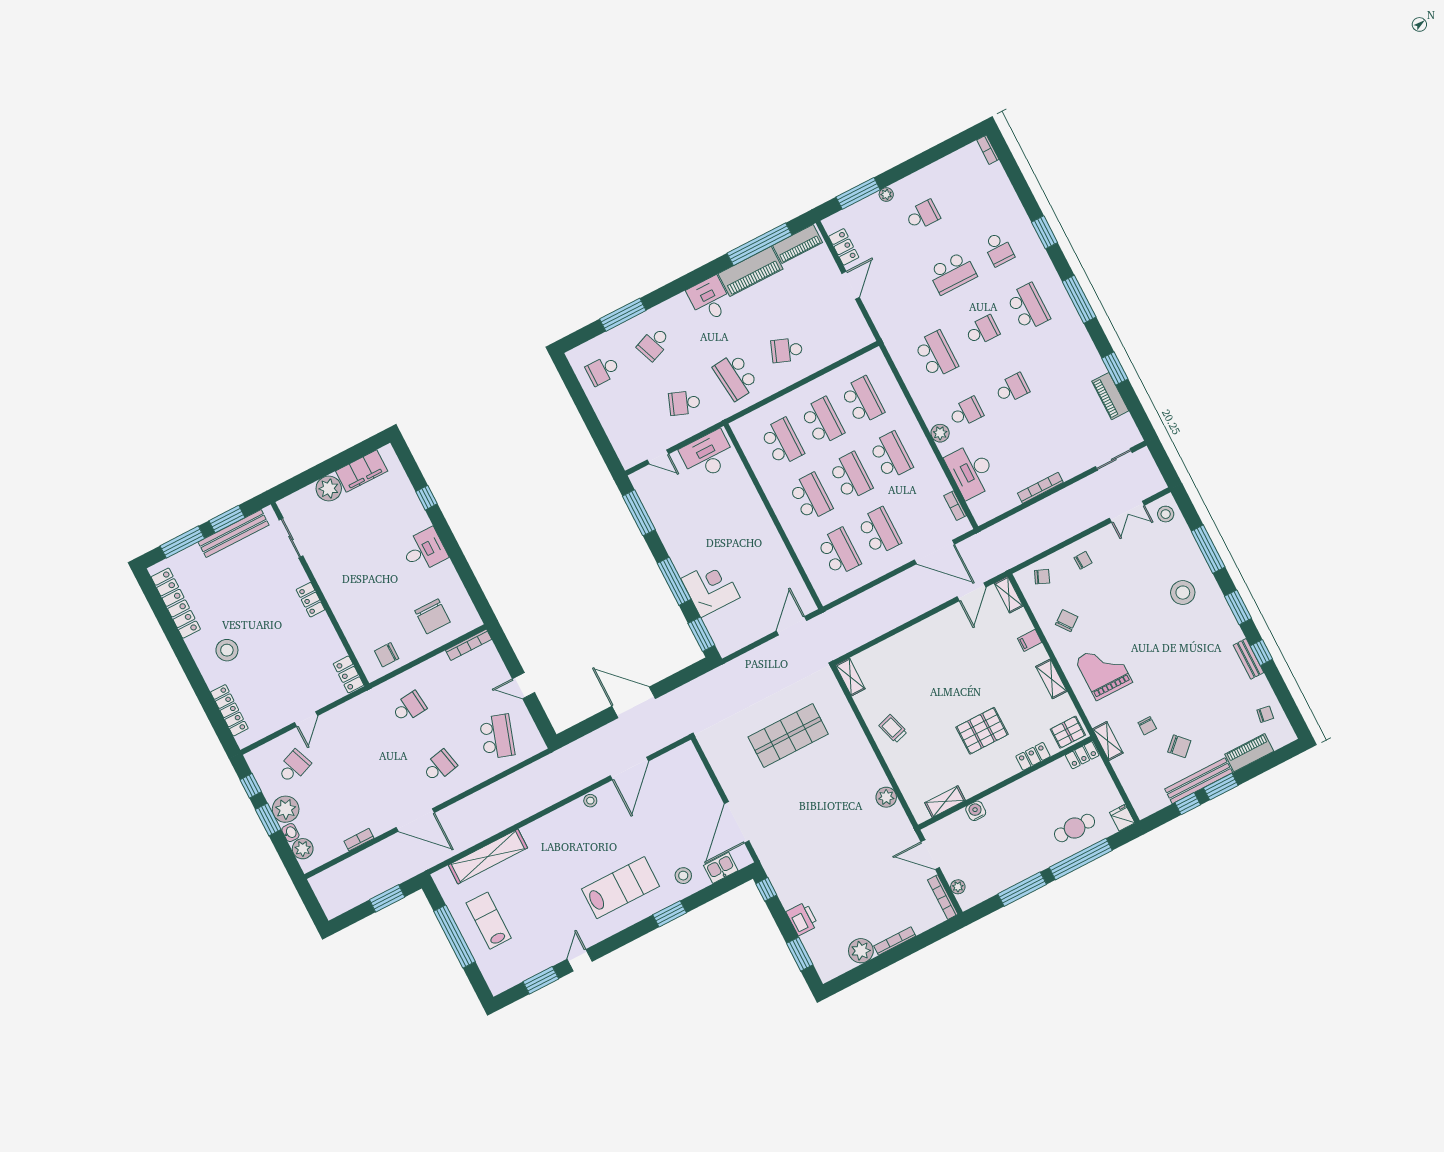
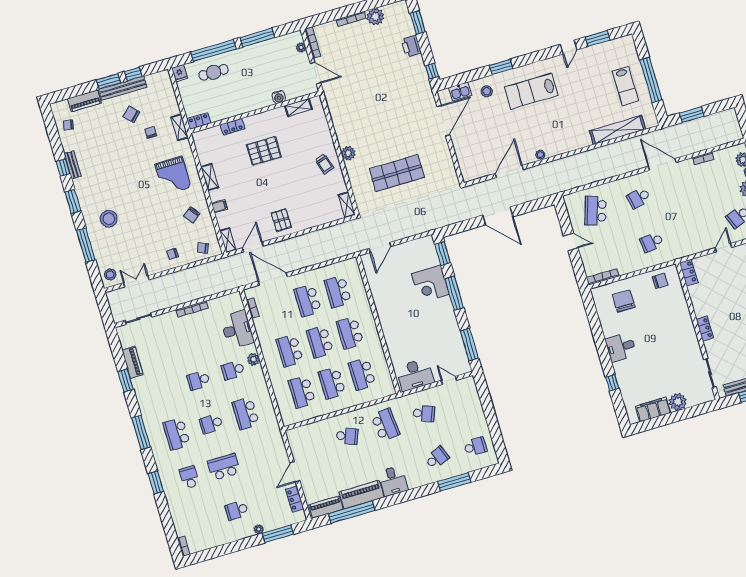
pallet: (1068, 732) -> (281, 220), moved, turned 90
plant: (886, 797) -> (348, 153), moved

